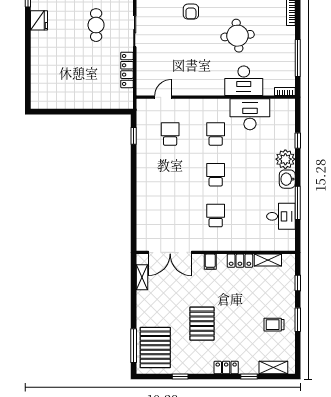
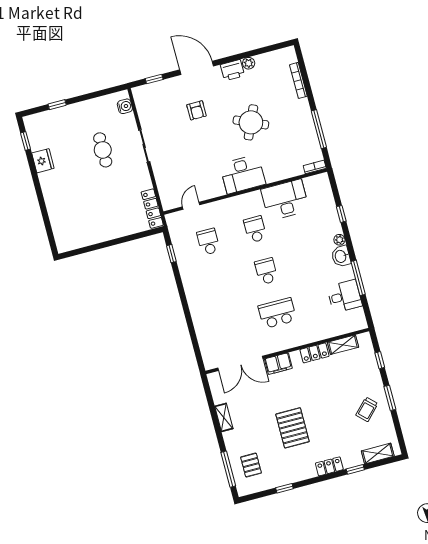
round table: (238, 36) -> (251, 122), turned 30
locker: (127, 70) -> (152, 209), moved
desk: (244, 81) -> (243, 174), moved
plant: (285, 159) -> (339, 240), width x0.53, depth x0.53
school desk: (216, 216) -> (277, 313), width x1.85
filing cabinet: (210, 262) -> (278, 364), width x2.00
shelving: (142, 277) -> (224, 417), moved
trolley: (274, 325) -> (367, 409), turned -46
pallet: (155, 347) -> (251, 465), width x0.49, depth x0.50

